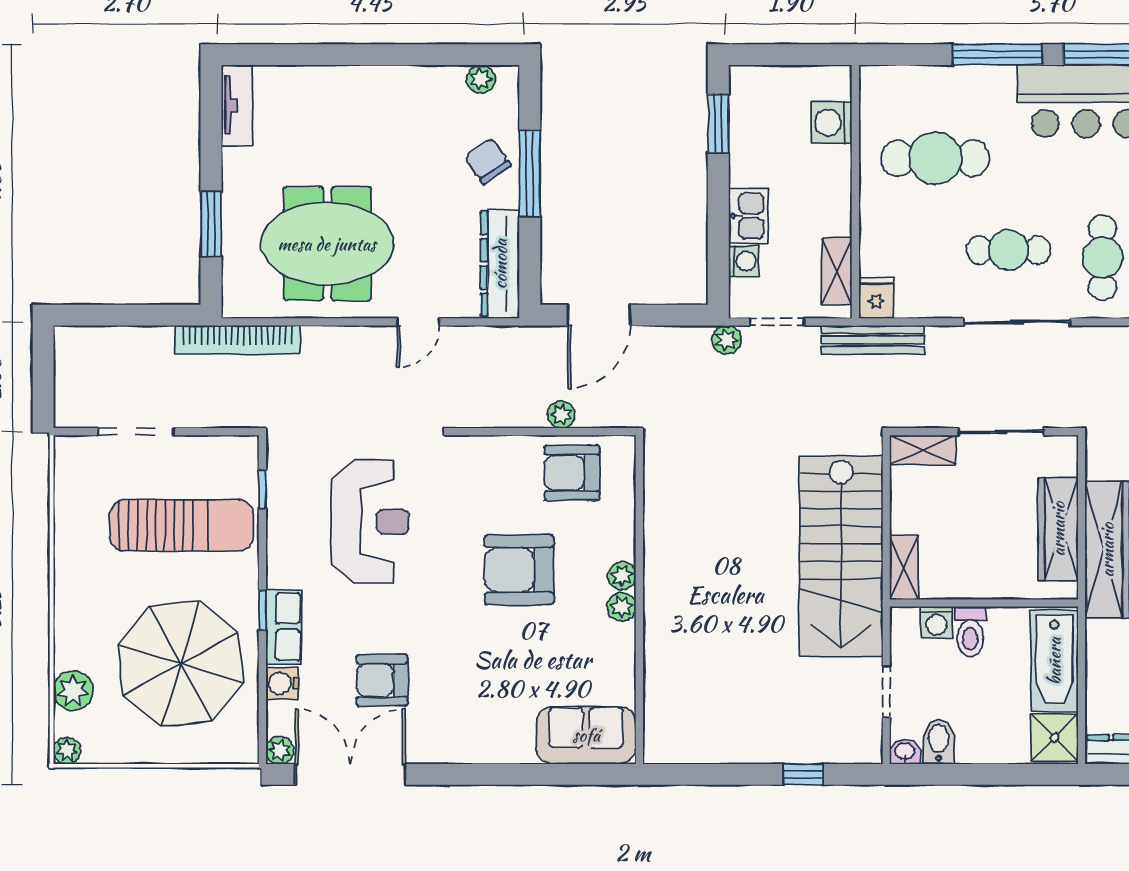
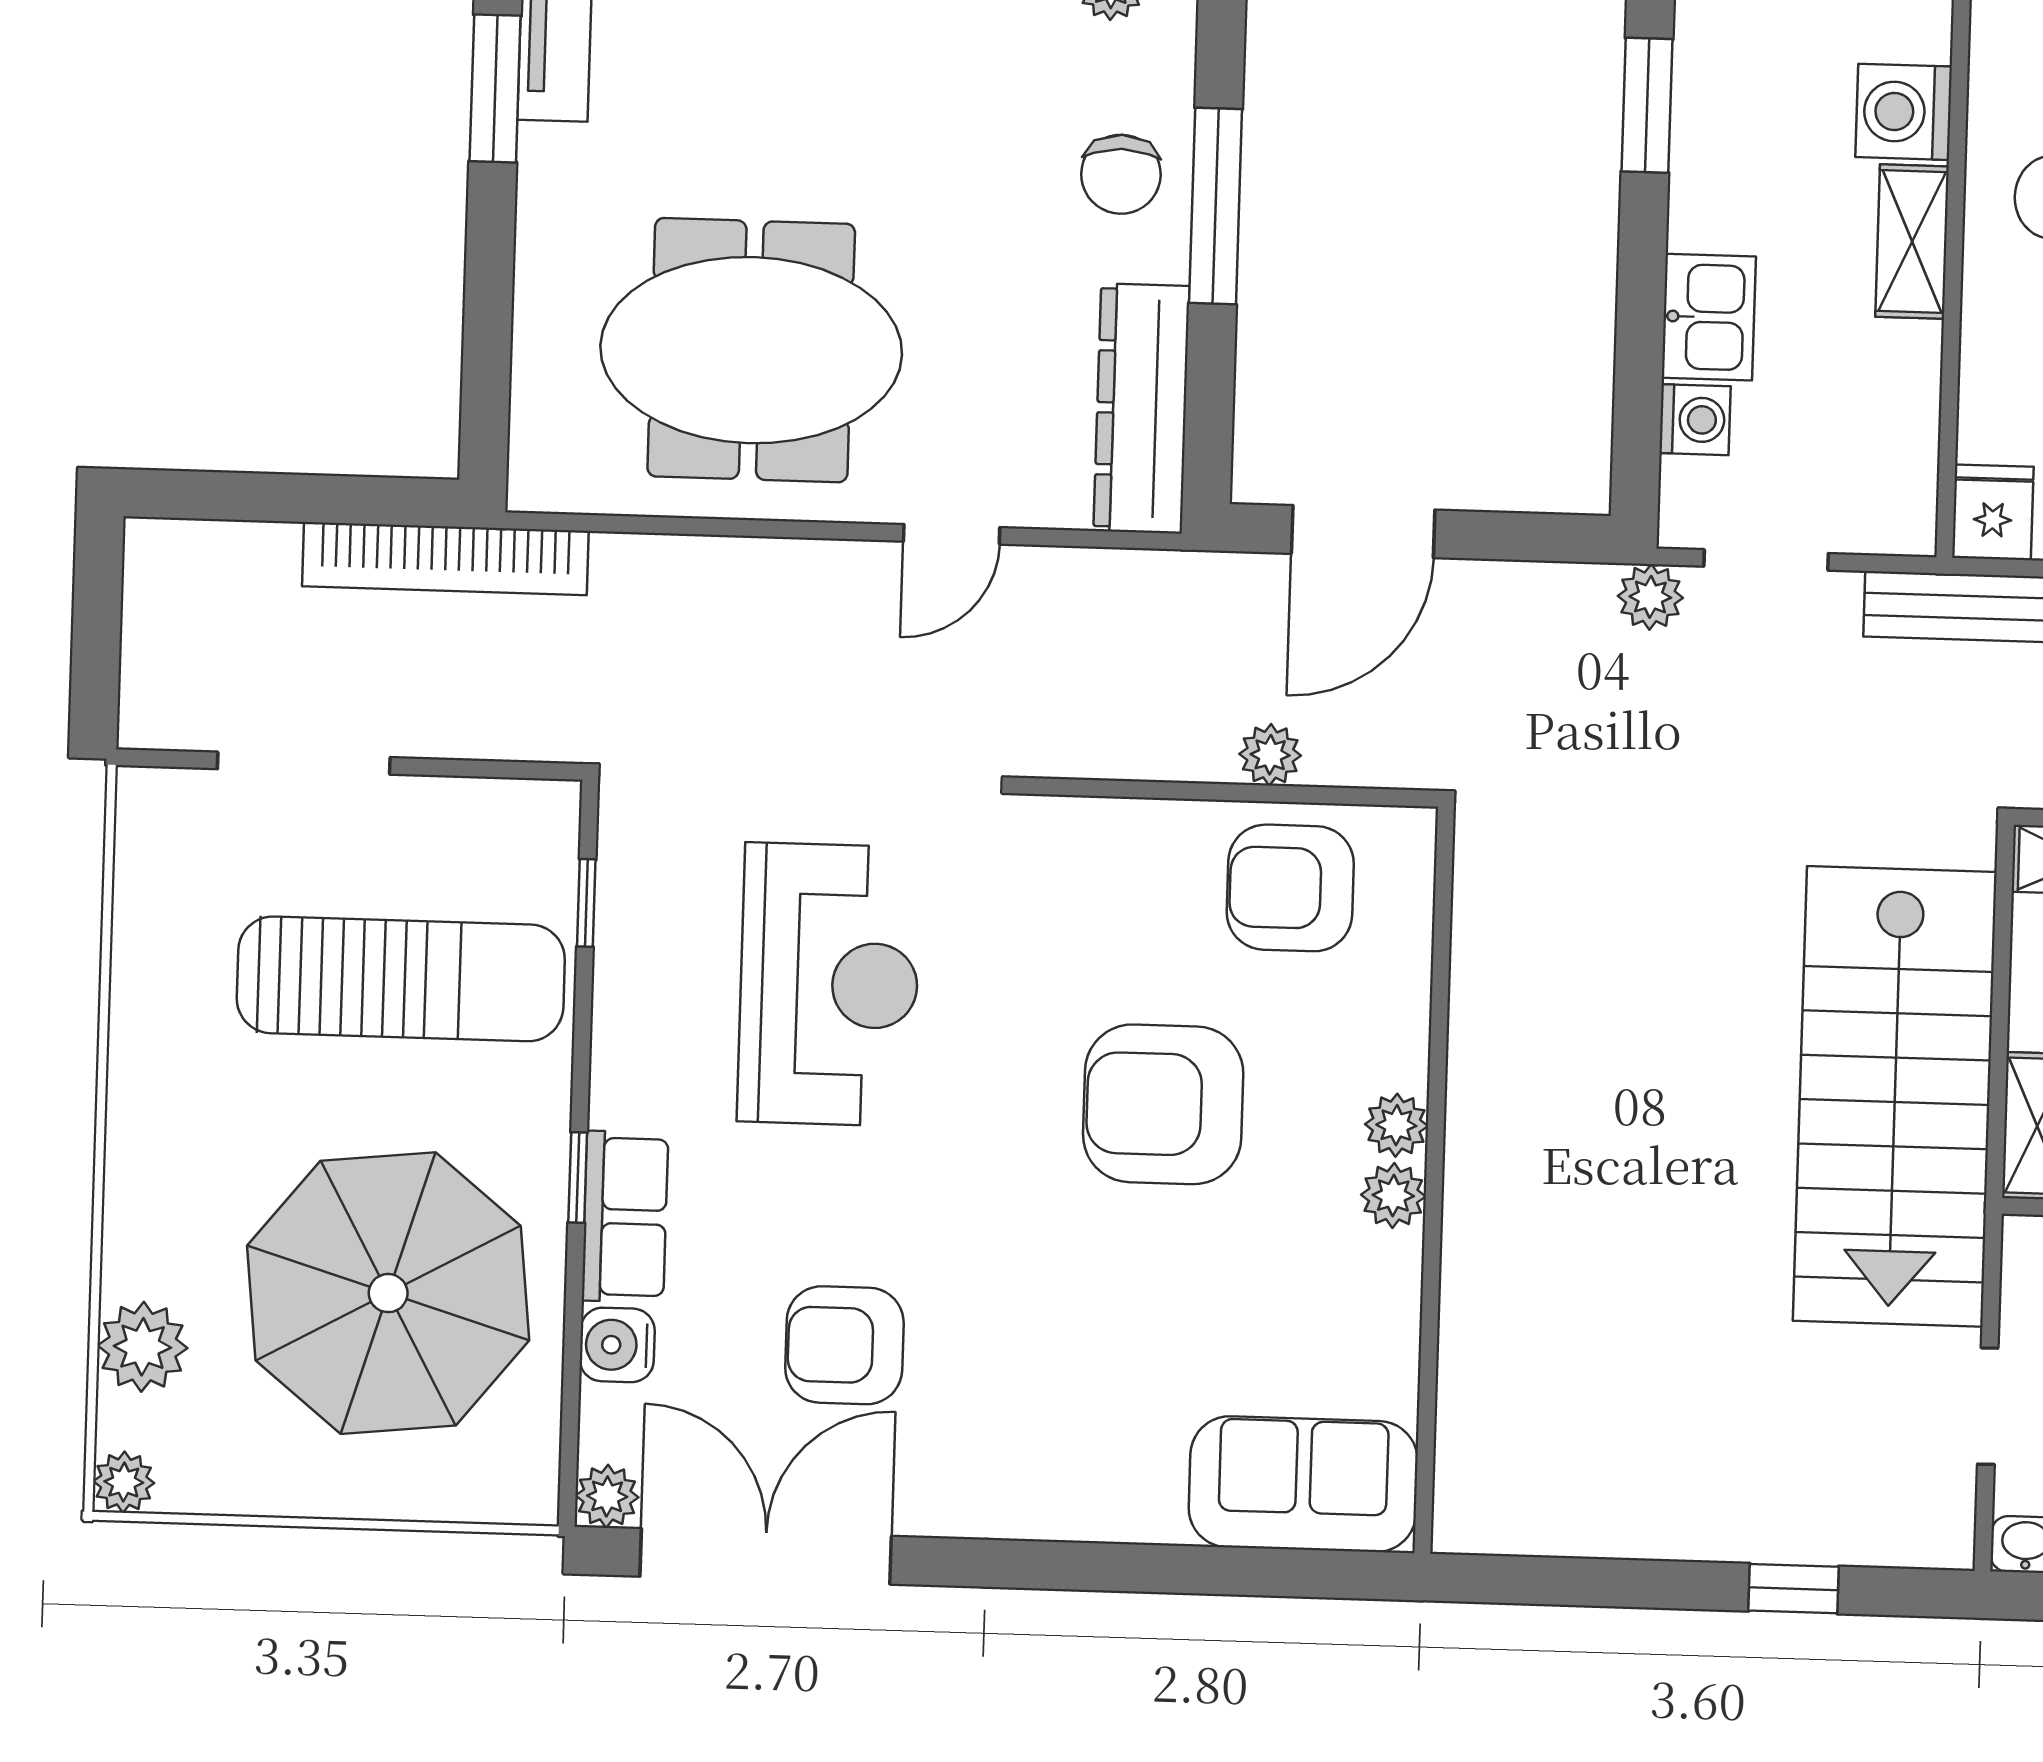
chair: (488, 161) -> (1121, 174), turned -145
window: (211, 224) -> (495, 88), moved
shelving: (837, 272) -> (1912, 242), moved
bookcase: (238, 340) -> (445, 559), moved

